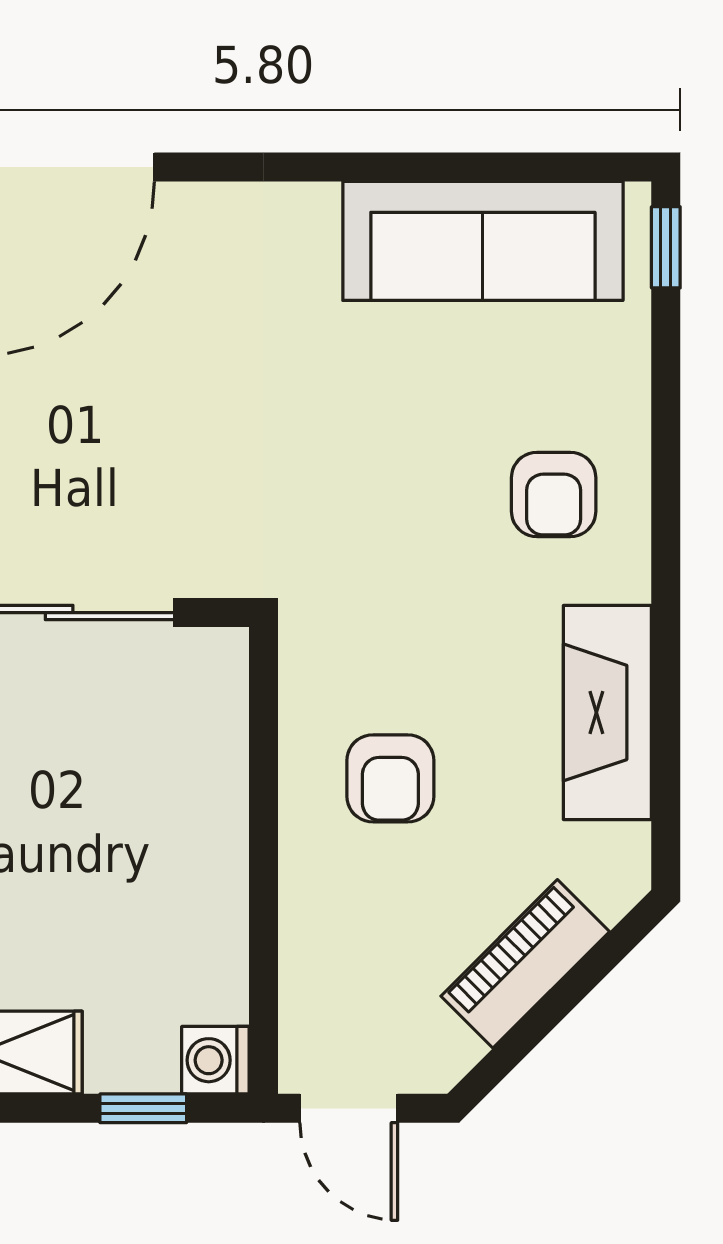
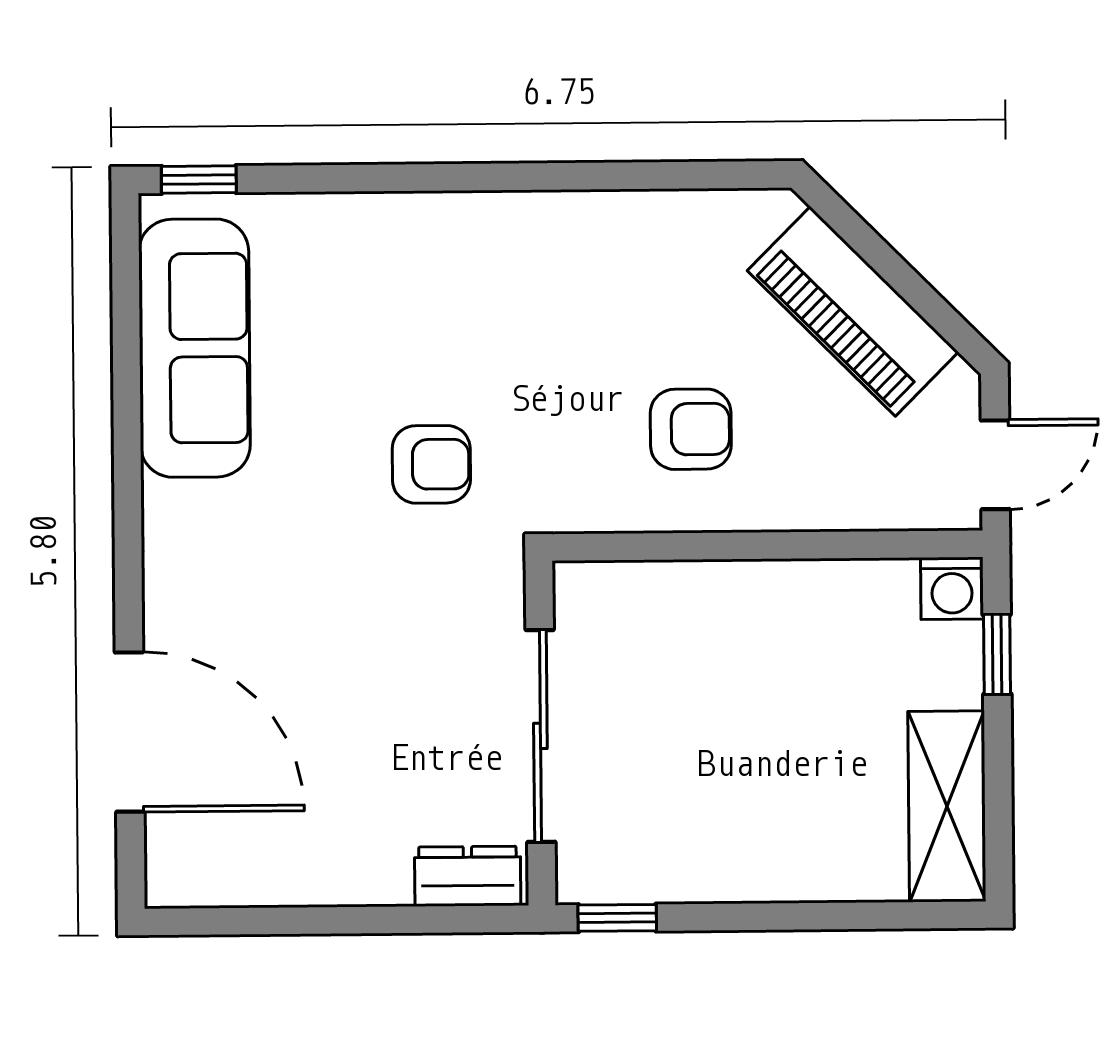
armchair: (554, 494) -> (431, 464), moved
fireplace: (607, 712) -> (628, 230), removed
piano: (525, 964) -> (853, 311), width x1.37, depth x1.33

